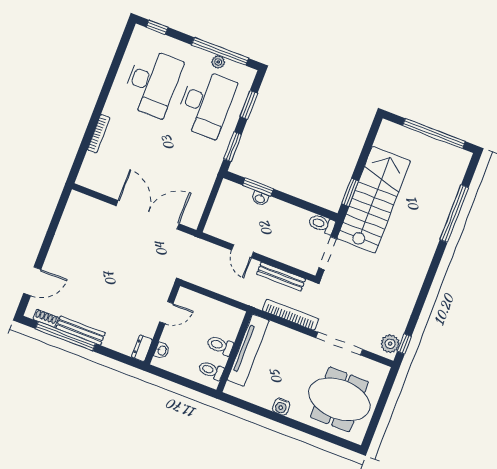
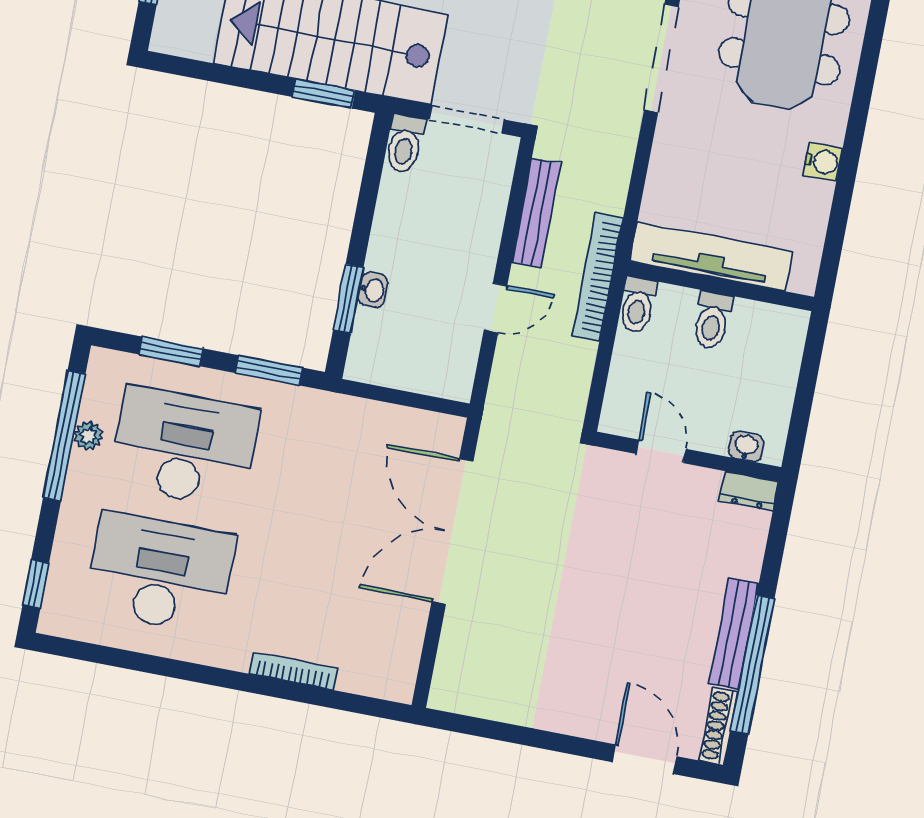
bookcase: (290, 315) -> (597, 277), moved
shoe rack: (46, 318) -> (719, 726), width x1.43
toilet: (211, 370) -> (638, 305), moved

